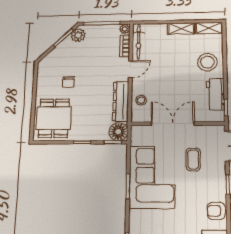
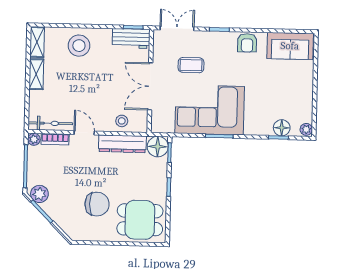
chair: (68, 82) -> (97, 204), width x1.87, depth x1.87
workbench: (215, 94) -> (131, 39), moved

